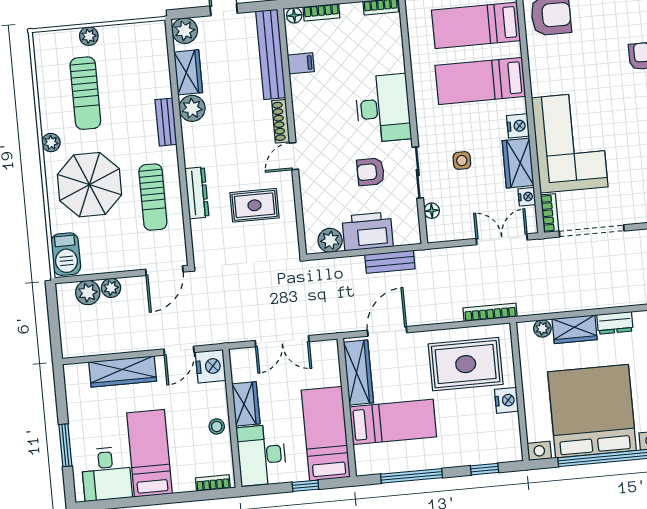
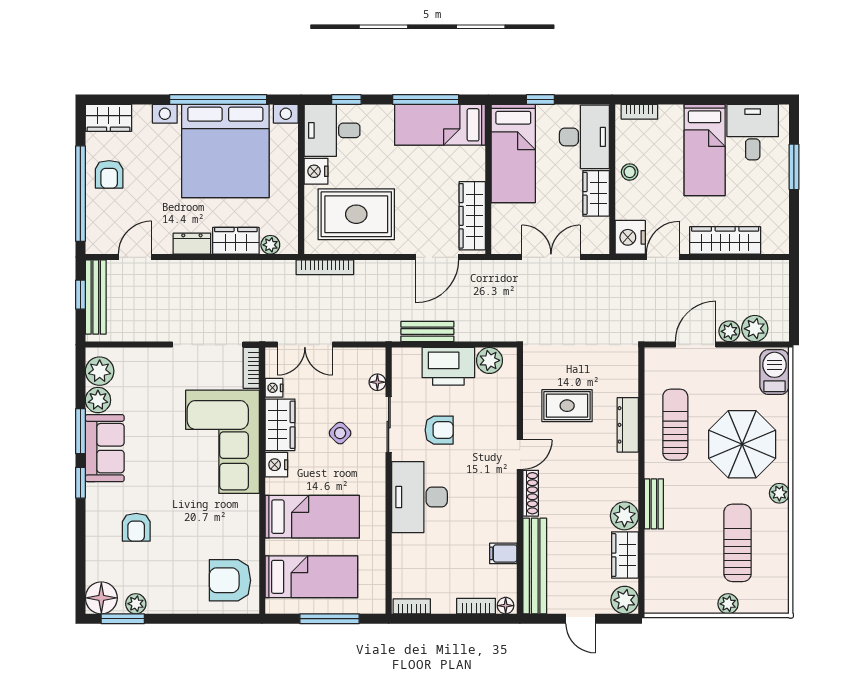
side table: (462, 161) -> (340, 433), turned 45
door: (164, 271) -> (696, 345), moved
bed: (393, 422) -> (440, 125), moved
desk: (495, 439) -> (332, 130), added

